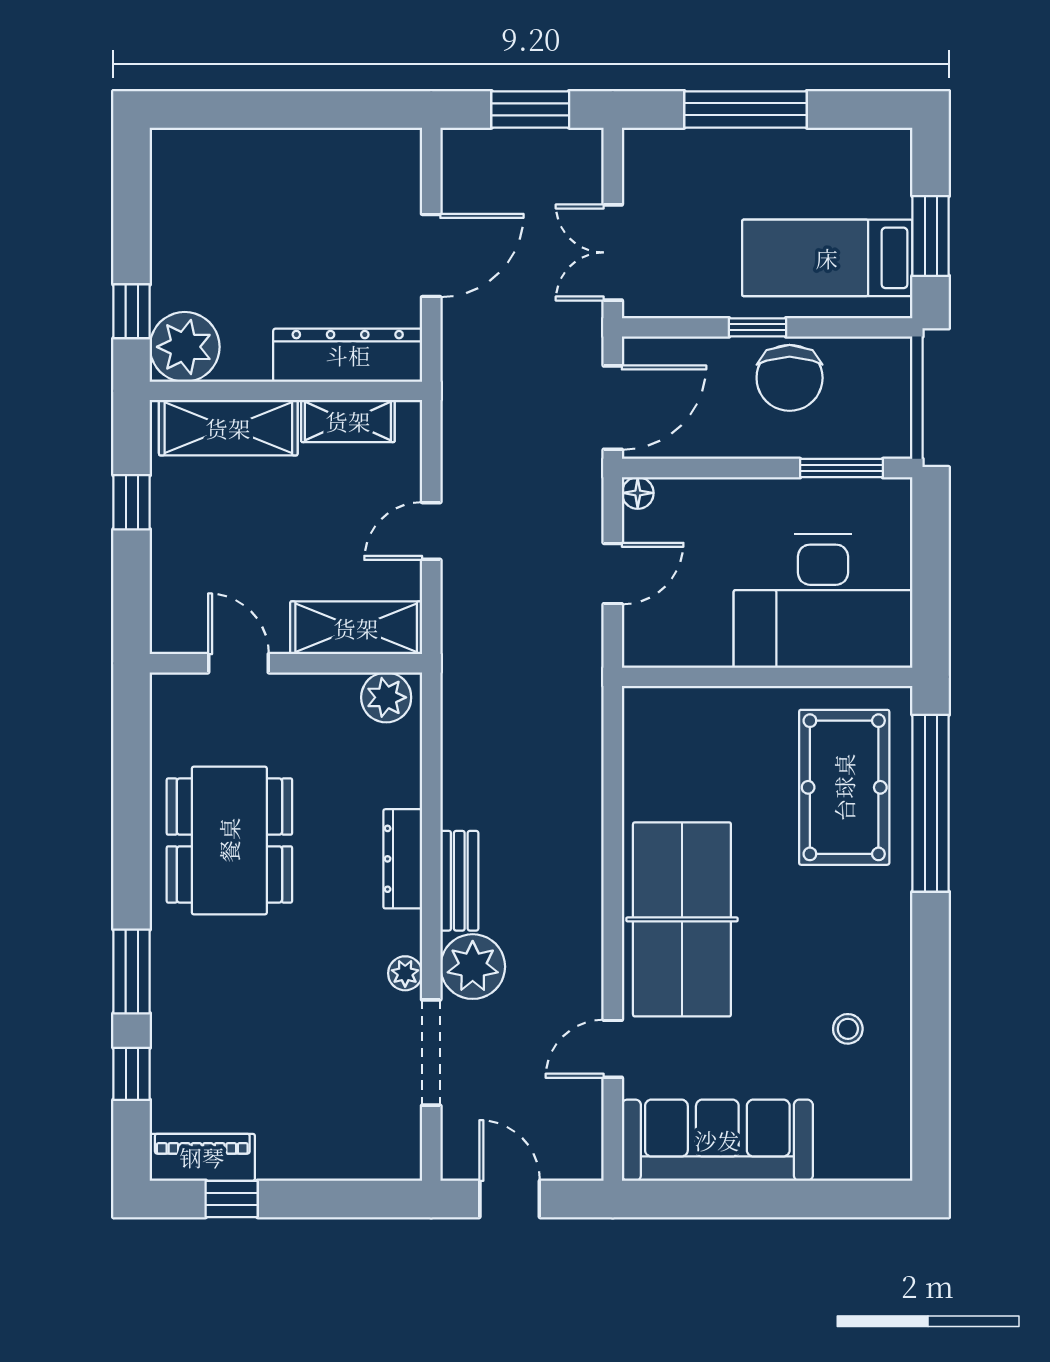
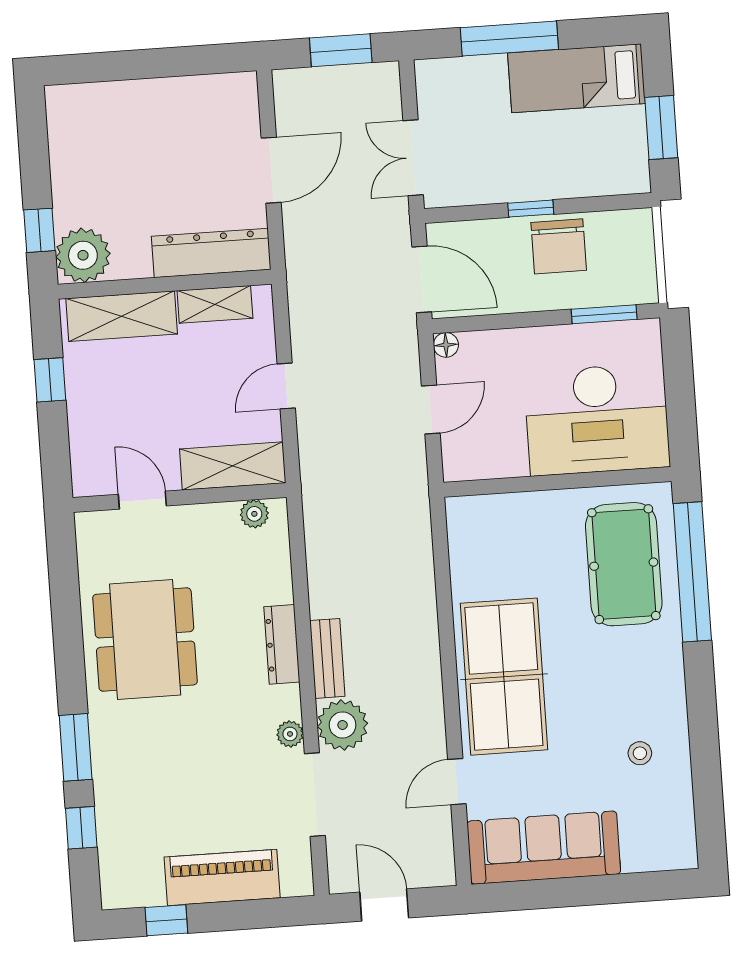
bed: (827, 258) -> (576, 78), moved
door: (613, 408) -> (422, 279), hinge flipped
plant: (386, 697) -> (254, 514), width x0.73, depth x0.73
piano: (202, 1157) -> (222, 877), moved, width x1.37, depth x1.33

